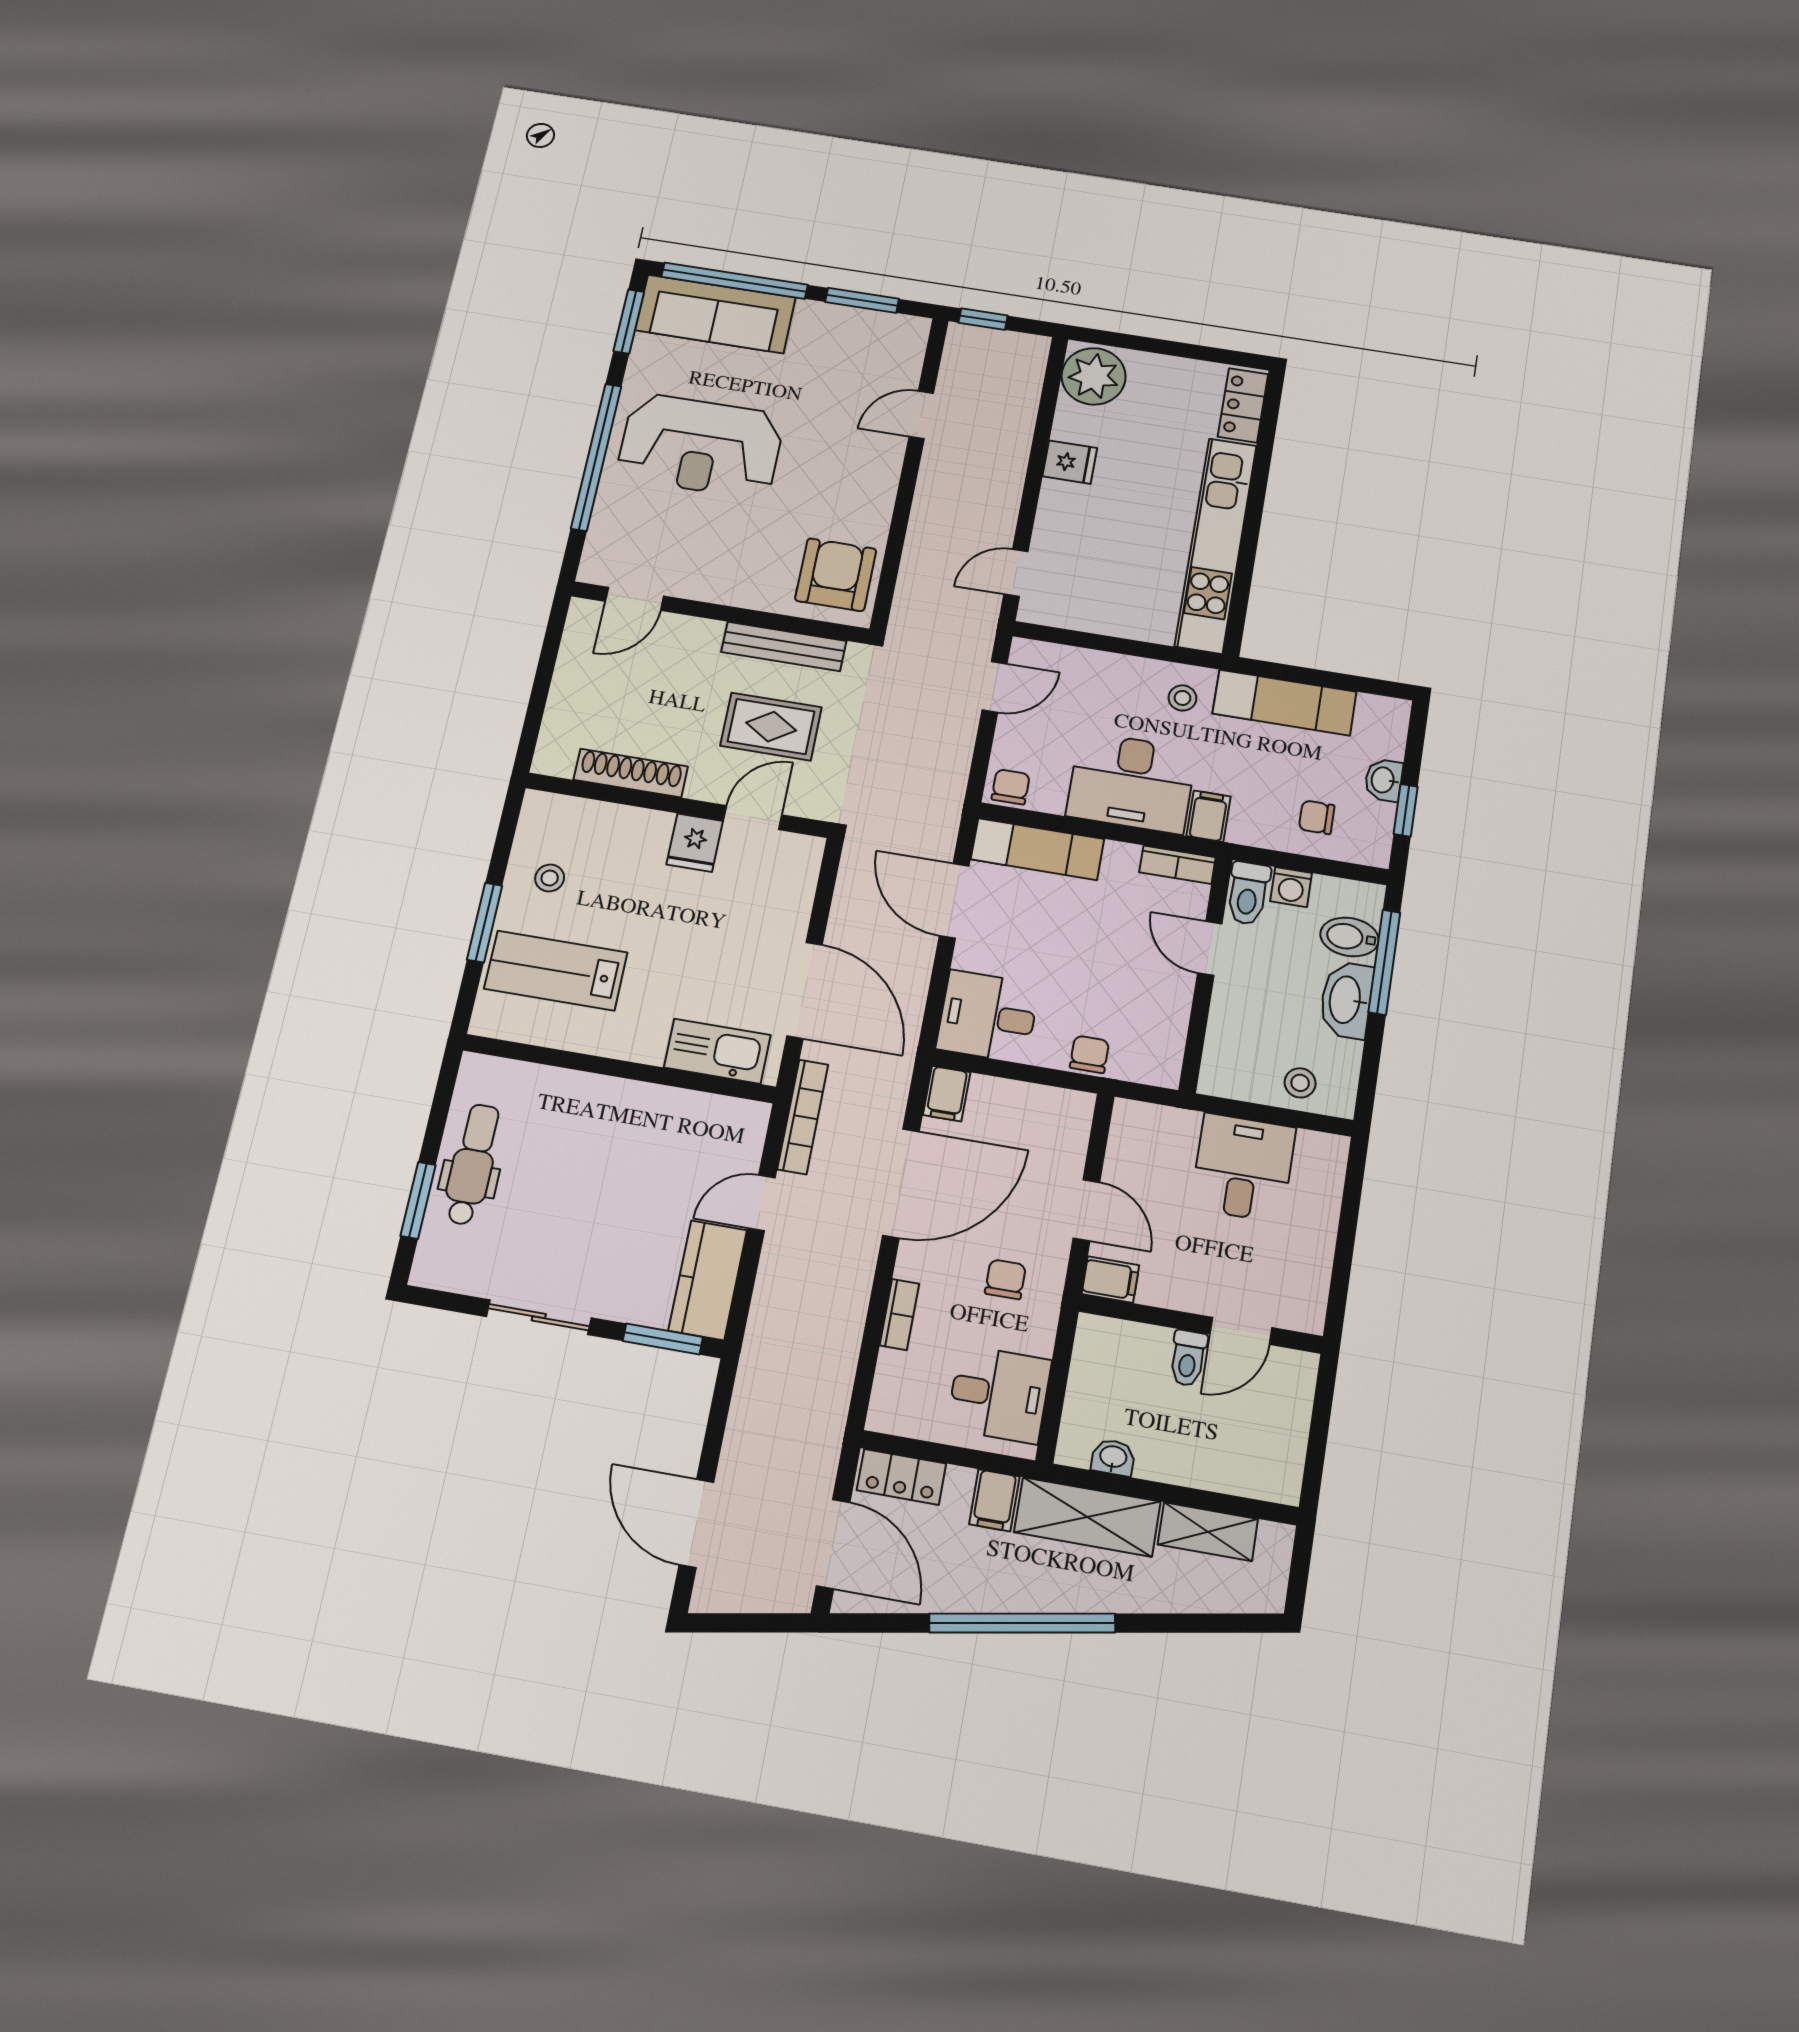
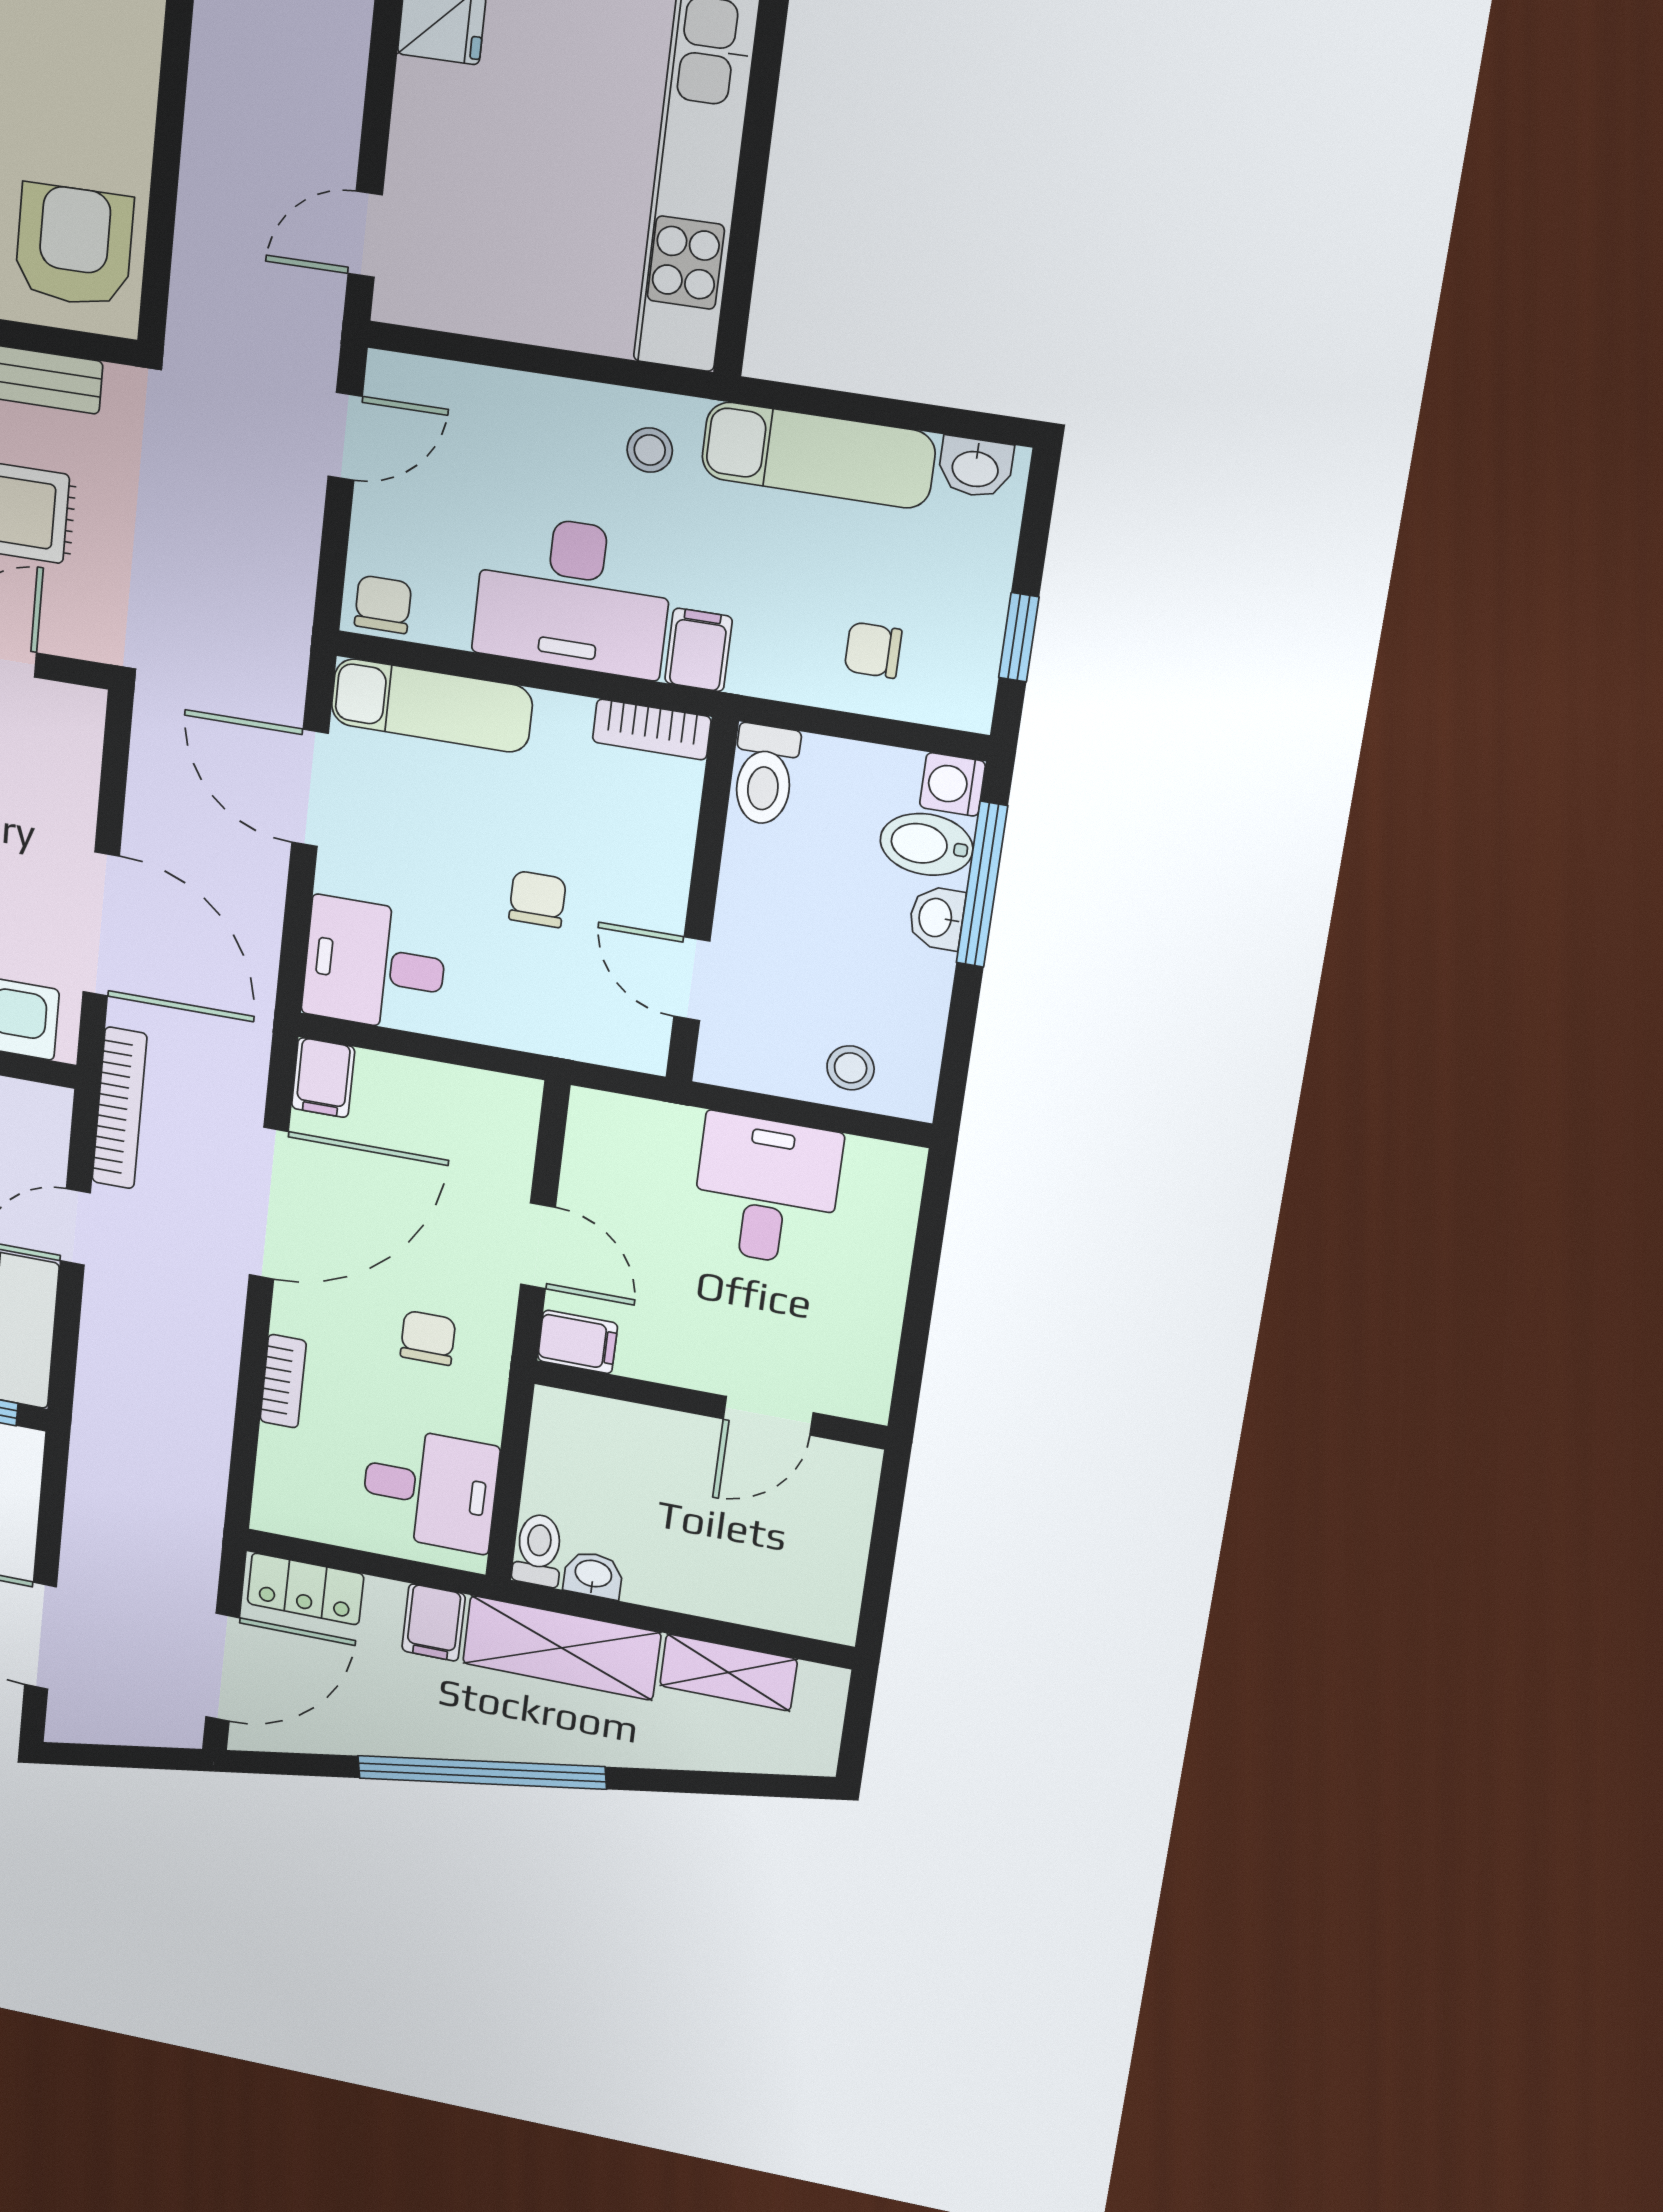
washbasin: (1384, 780) -> (975, 467), moved, turned -90
washing machine: (1291, 887) -> (952, 784), moved, turned 90
door: (1210, 948) -> (692, 979), moved
washbasin: (1346, 1000) -> (937, 918), width x0.52, depth x0.69
chair: (1089, 1054) -> (537, 899), moved
toilet: (1188, 1358) -> (538, 1550), moved, turned 180
door: (833, 1544) -> (223, 1667), hinge flipped

